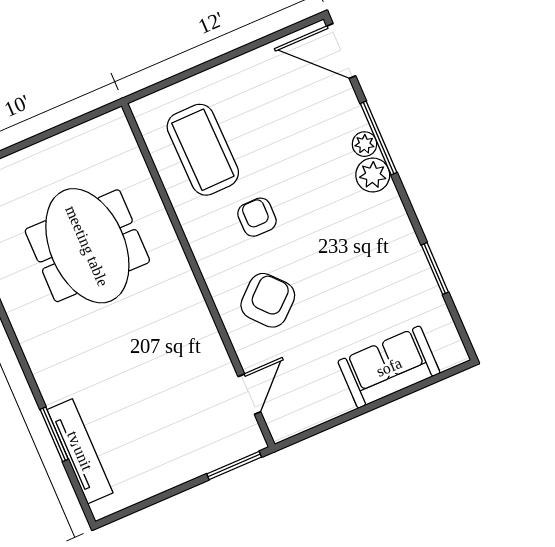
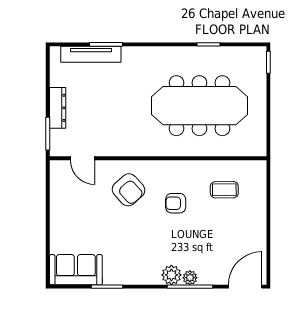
coffee table: (203, 150) -> (224, 190), width x0.54, depth x0.58
armchair: (257, 217) -> (176, 203), turned 180
meeting table: (87, 246) -> (199, 106), width x1.36
sofa: (389, 367) -> (76, 270), moved, turned -90
dresser: (187, 467) -> (58, 108), added

